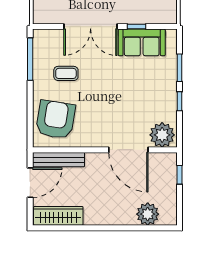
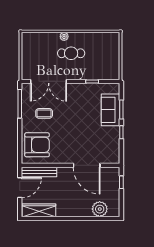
double door: (90, 26) -> (49, 81), moved
sofa: (142, 42) -> (111, 110), moved, turned 90
armchair: (56, 120) -> (37, 145), turned 81
plant: (162, 135) -> (110, 155), removed

